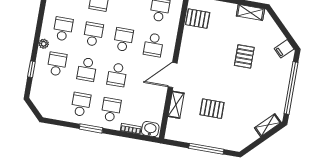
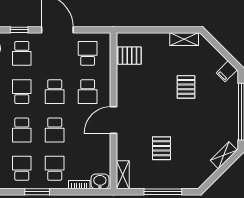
school desk: (123, 40) -> (55, 92), turned 180
shelving: (176, 105) -> (123, 175), moved
pallet: (212, 109) -> (162, 148), turned 90

